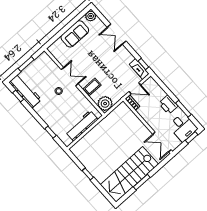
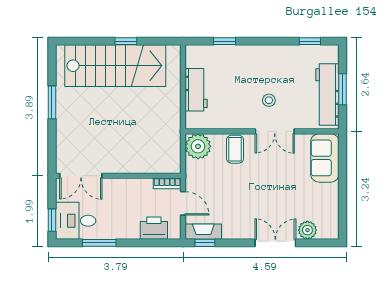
plant: (91, 16) -> (307, 230), moved
sofa: (75, 34) -> (325, 158), moved
door: (135, 88) -> (183, 203), swing flipped
workbench: (25, 91) -> (327, 95), moved, turned 90
printer: (168, 105) -> (154, 228), moved
workbench: (82, 126) -> (196, 90), width x0.73
double door: (162, 142) -> (81, 176), swing flipped
stairs: (129, 174) -> (115, 66), moved, turned 90

